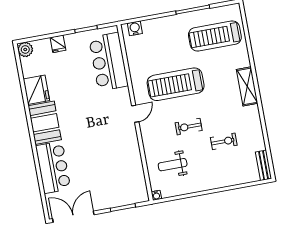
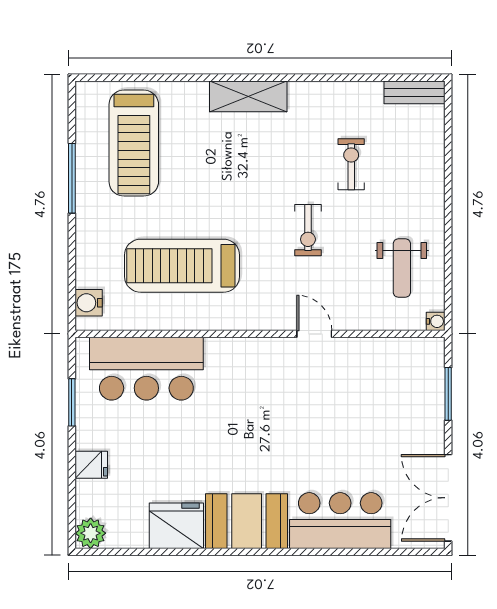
treadmill: (176, 84) -> (182, 266), moved, turned 90
door: (135, 114) -> (314, 334), moved
weight bench: (173, 165) -> (402, 268), moved

